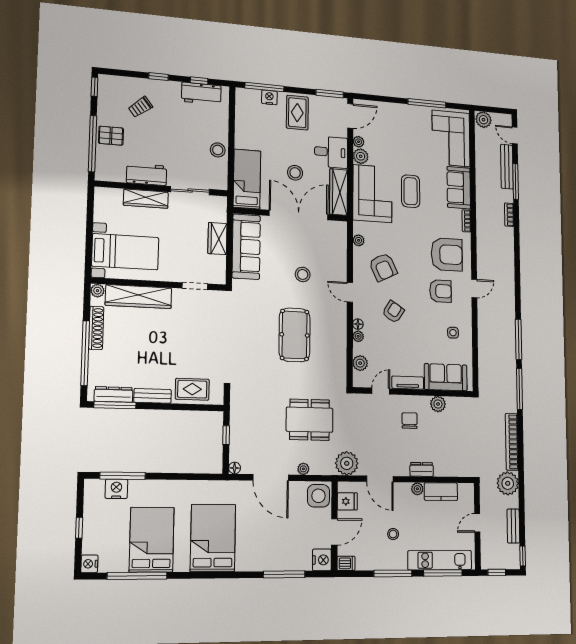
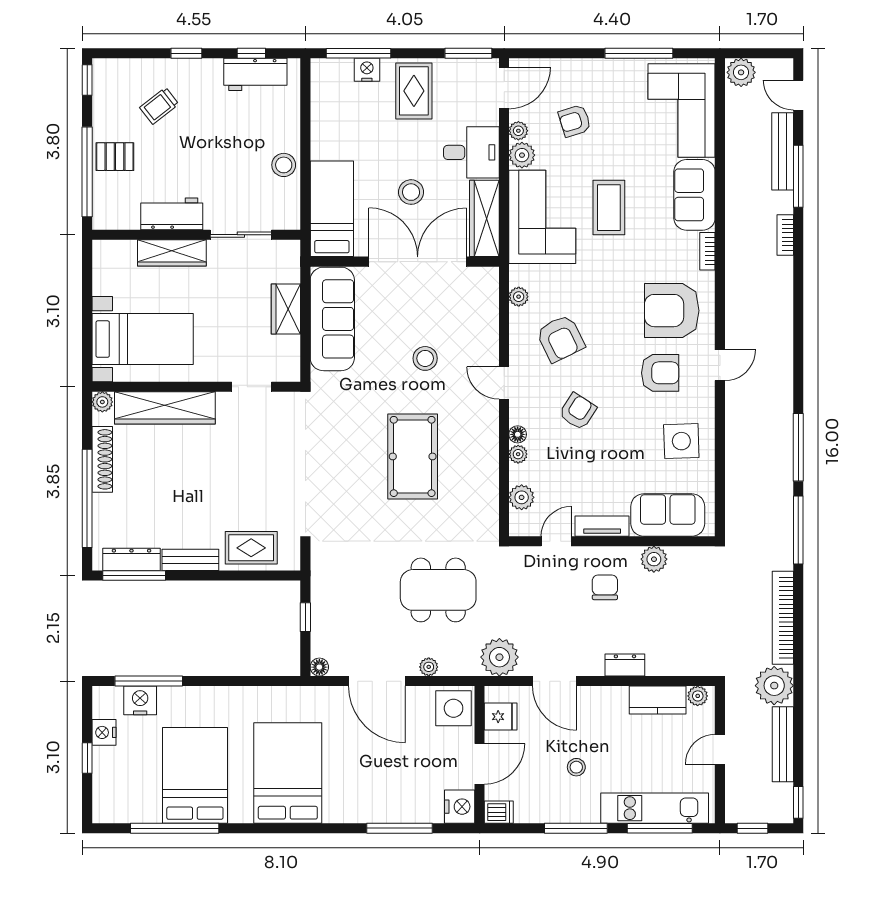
armchair: (391, 139) -> (575, 121), added
armchair: (447, 254) -> (672, 311), turned 180
side table: (453, 333) -> (681, 441), width x1.87, depth x1.87
plant: (417, 489) -> (698, 696), moved
bench: (513, 526) -> (783, 744), width x1.36
nightstand: (89, 564) -> (104, 732), moved

